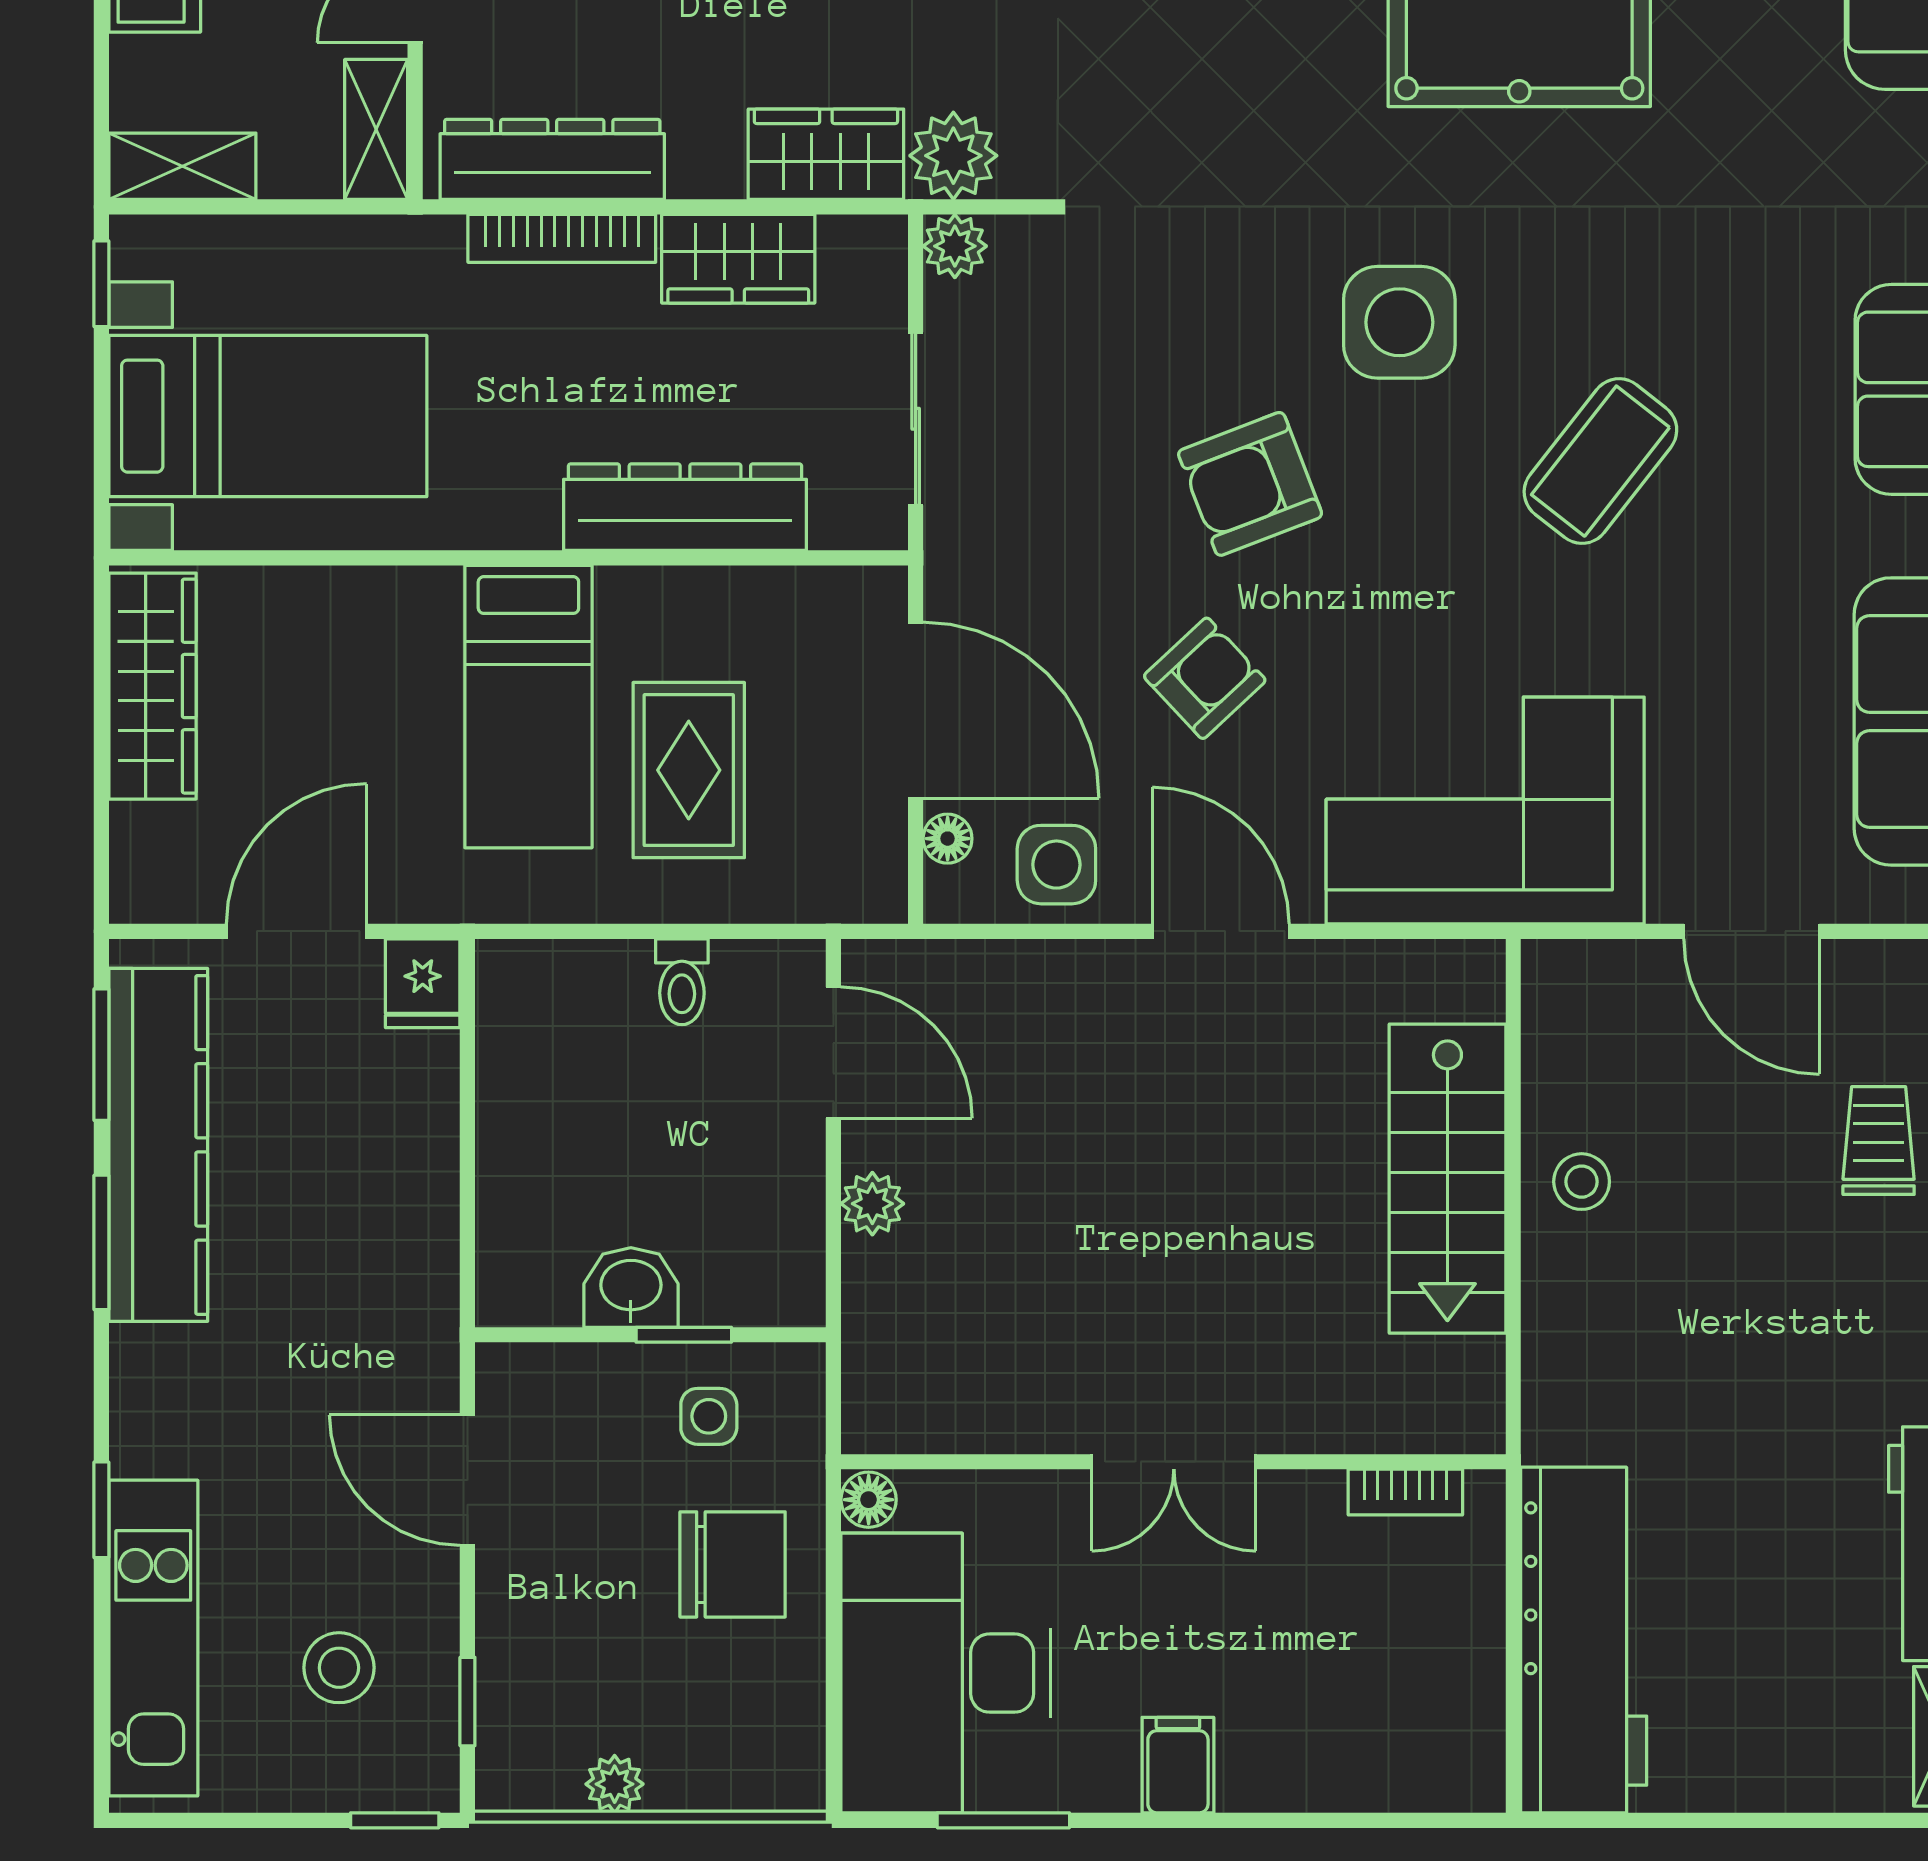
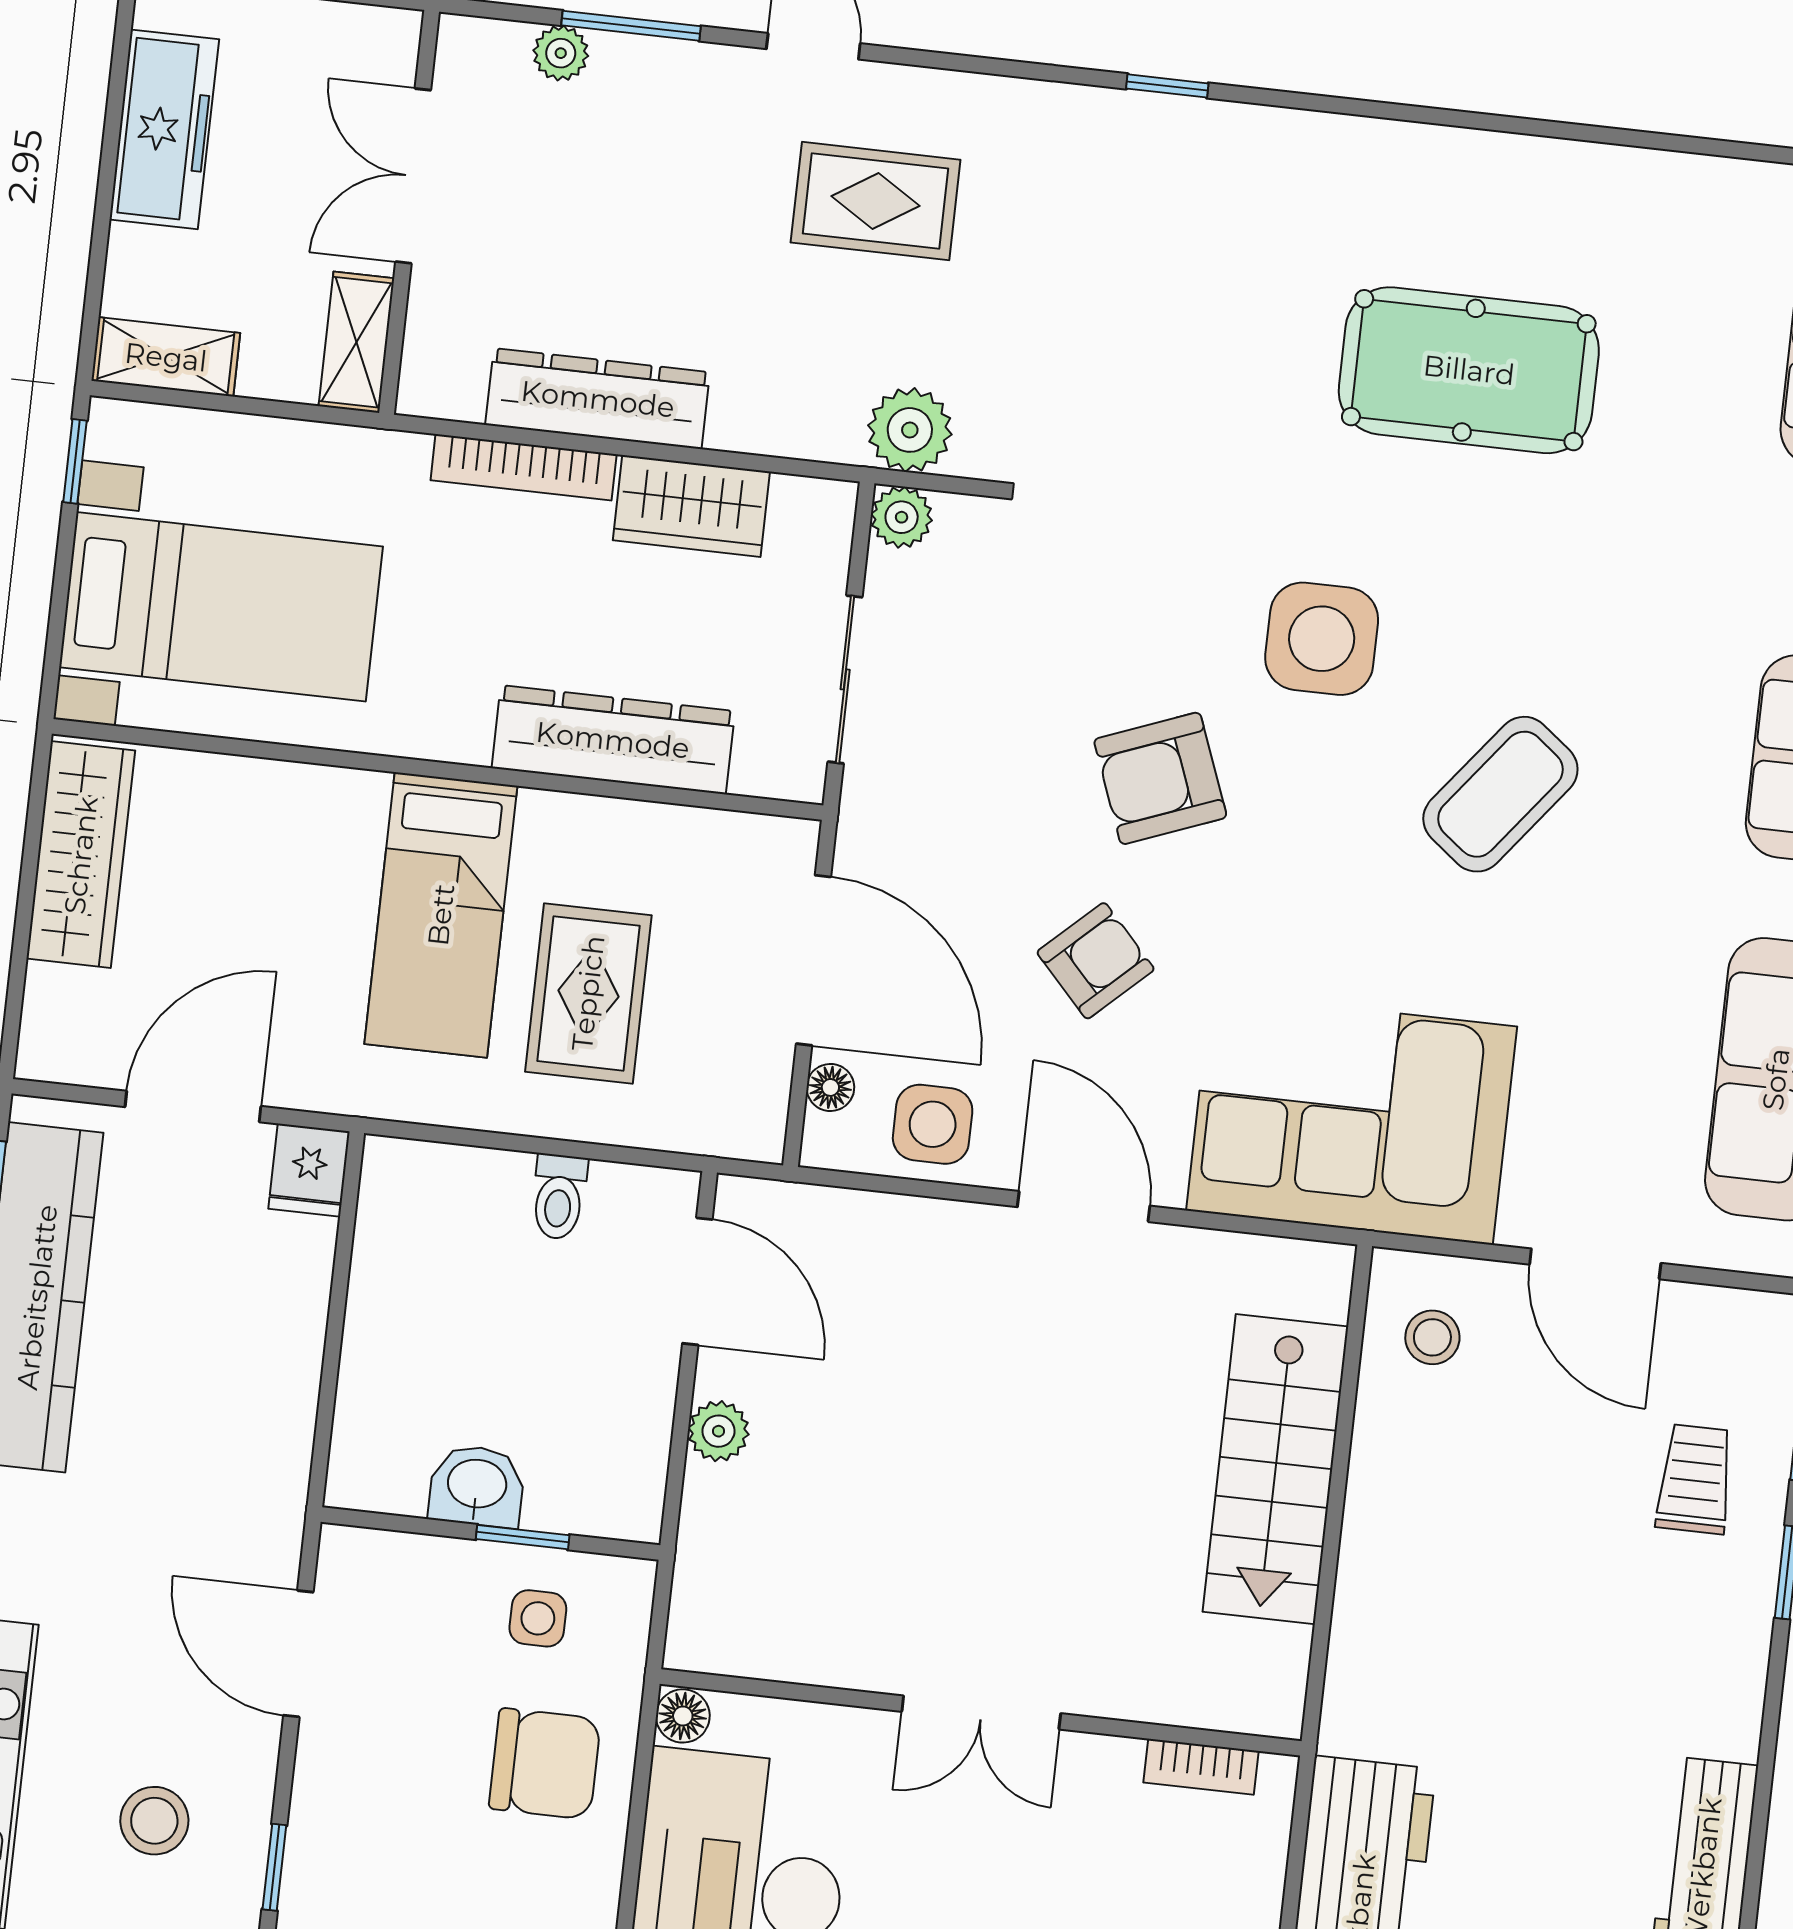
wardrobe: (826, 154) -> (787, 415), removed
dresser: (552, 159) -> (598, 399), moved
stool: (1582, 1182) -> (1432, 1337), moved

